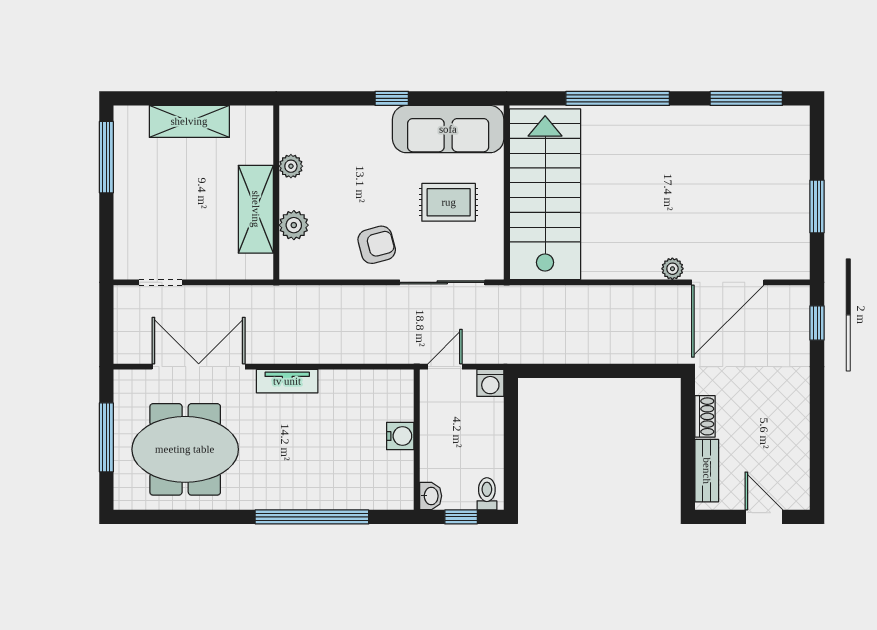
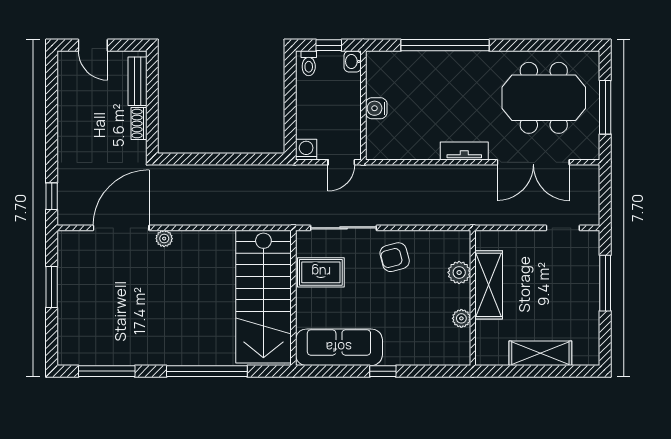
window: (106, 157) -> (605, 283), moved
rug: (449, 202) -> (321, 272), moved

